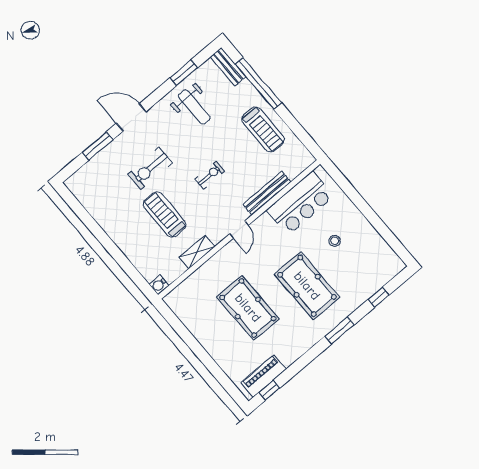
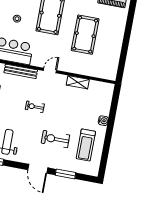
exercise bike: (150, 168) -> (55, 139), turned 180
treadmill: (165, 215) -> (86, 145), moved
water cooler: (159, 285) -> (103, 121), moved

